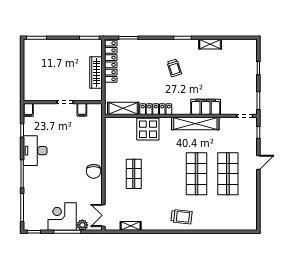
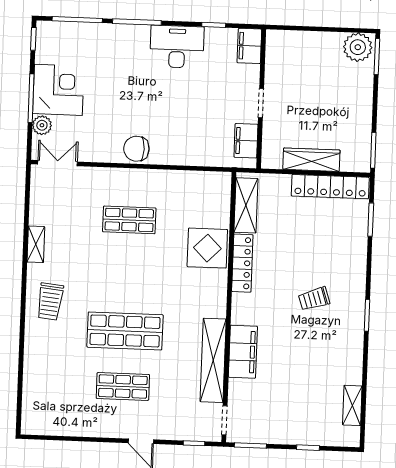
shelving: (210, 44) -> (352, 405), moved
plant: (32, 49) -> (358, 47), added
filing cabinet: (28, 110) -> (249, 46), width x2.00
filing cabinet: (82, 110) -> (246, 141), width x2.00
shelving: (195, 123) -> (213, 360), moved
shop shelf: (228, 174) -> (123, 386), width x0.70, depth x0.74
shelving: (131, 226) -> (36, 244), moved

